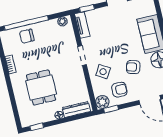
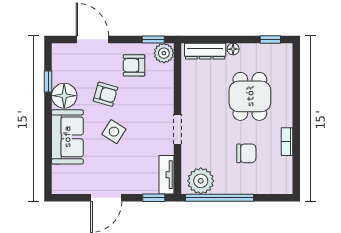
plant: (62, 21) -> (201, 181), width x1.88, depth x1.88
window: (26, 23) -> (220, 198), moved
chair: (27, 36) -> (246, 153), moved
side table: (103, 72) -> (114, 132), moved

